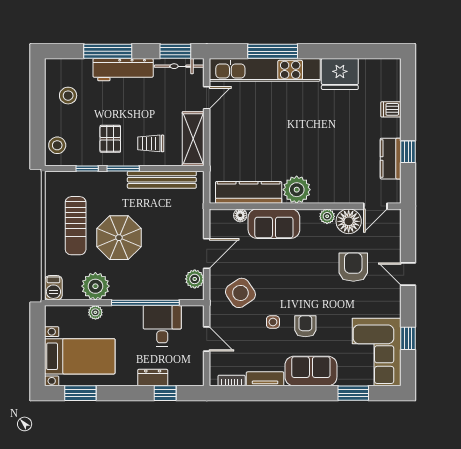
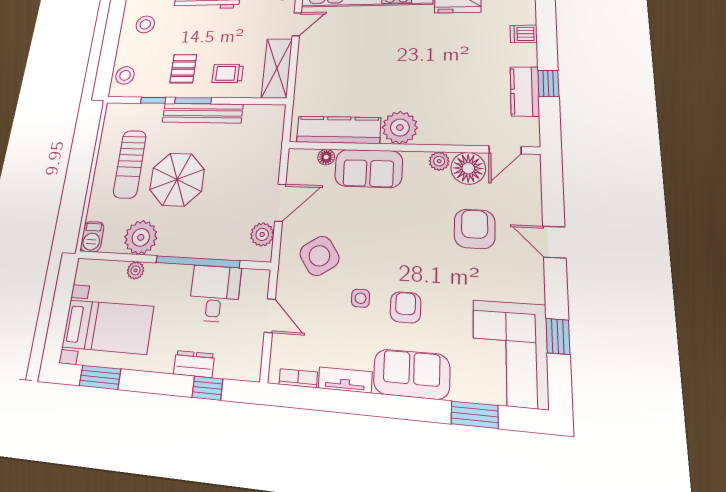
bench: (162, 180) -> (202, 113), moved

